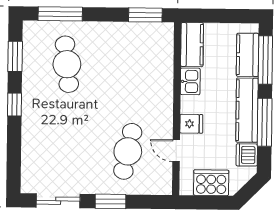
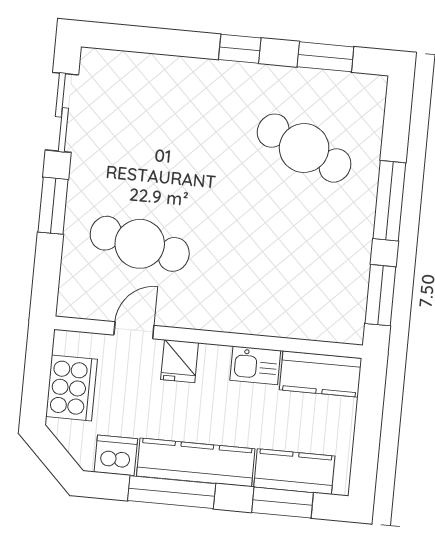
window: (60, 14) -> (389, 201), moved
window: (265, 60) -> (282, 503), width x0.69
cafe table: (67, 64) -> (304, 148), turned 30

